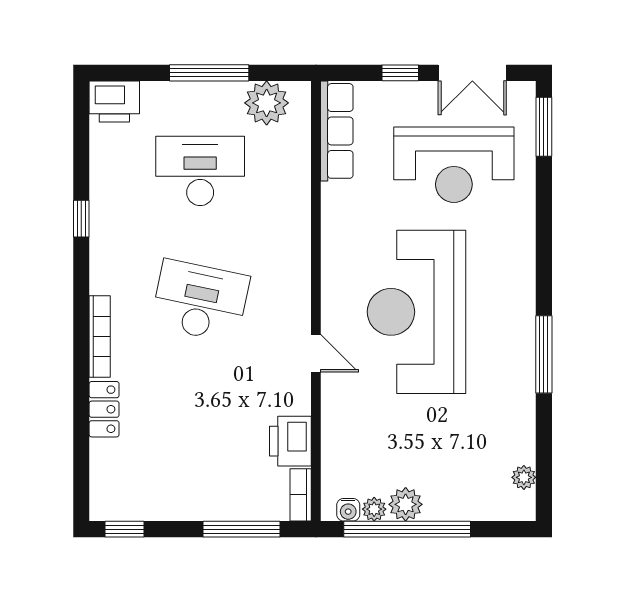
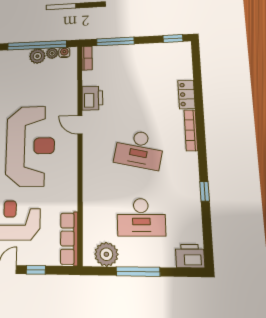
printer: (290, 441) -> (92, 98), moved

